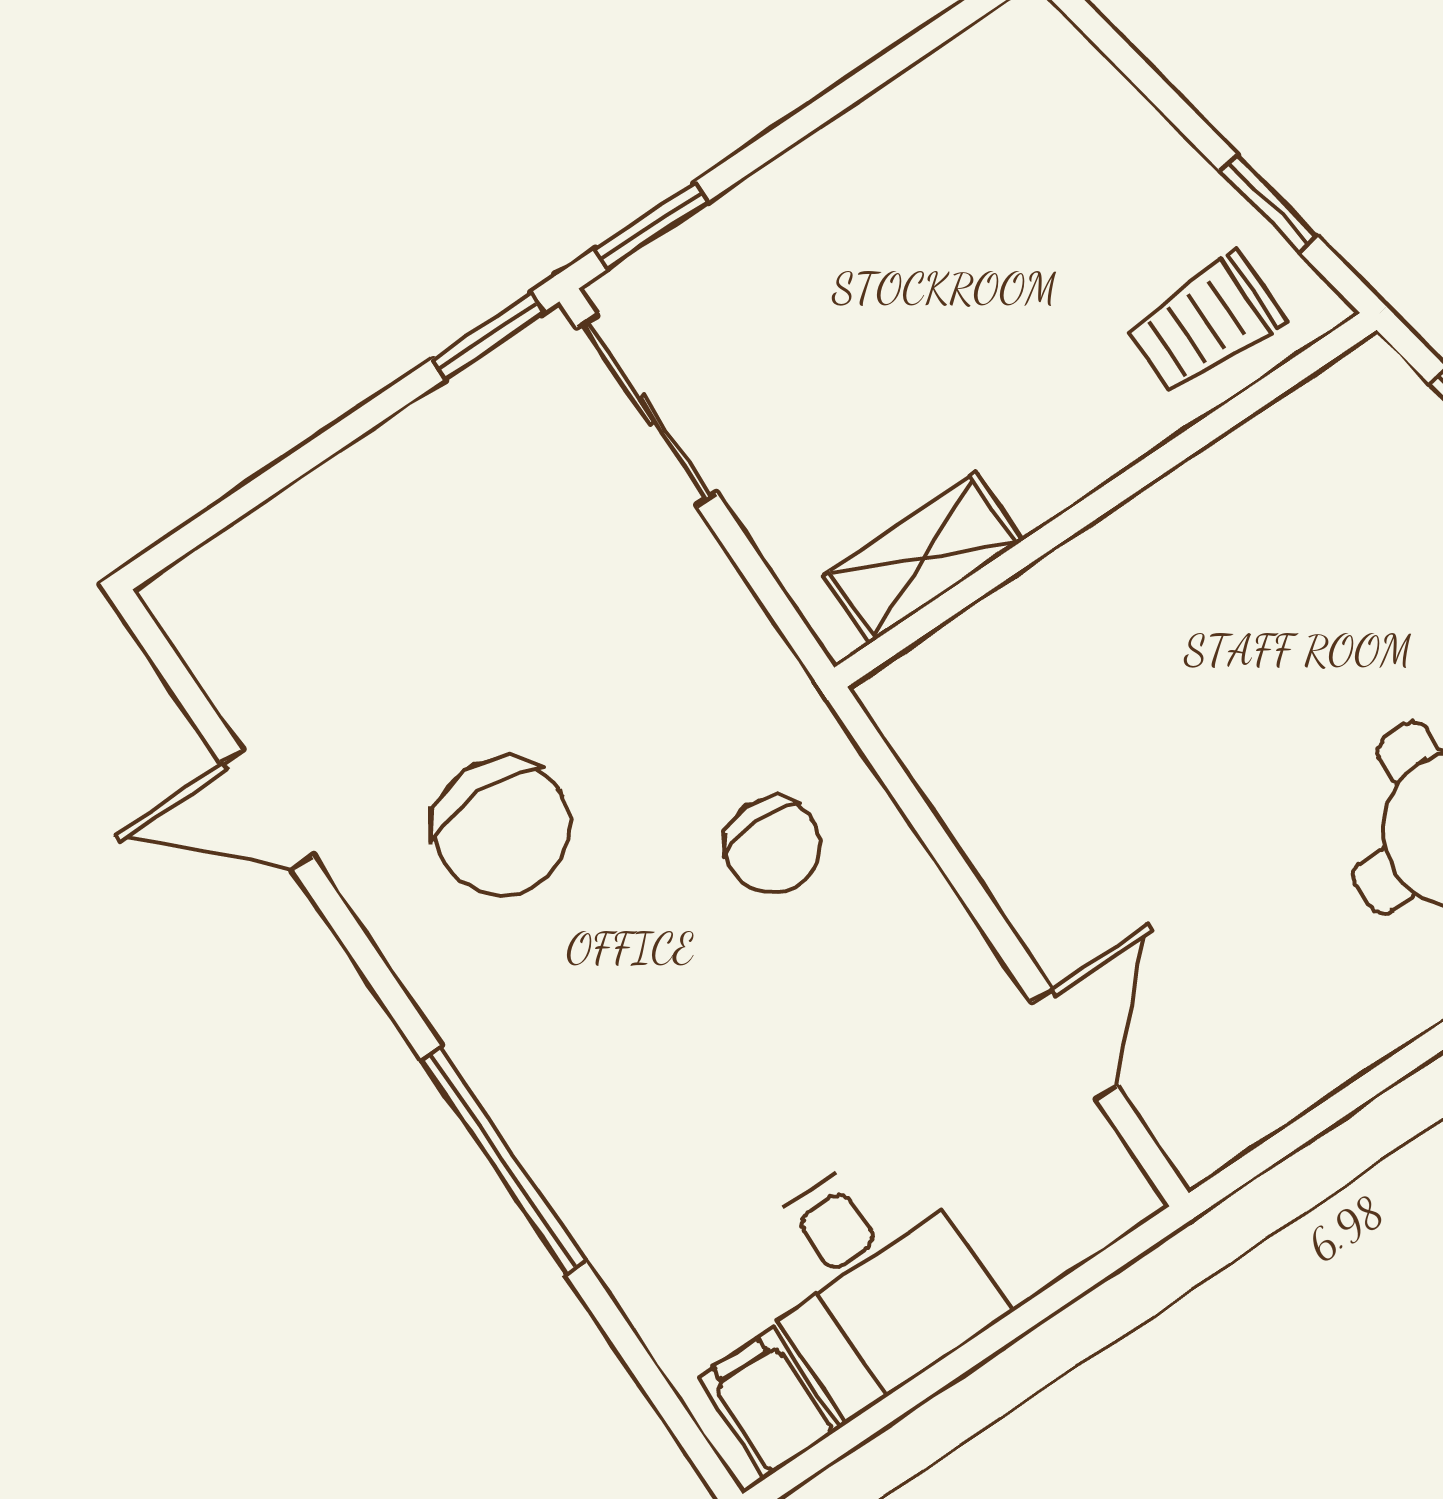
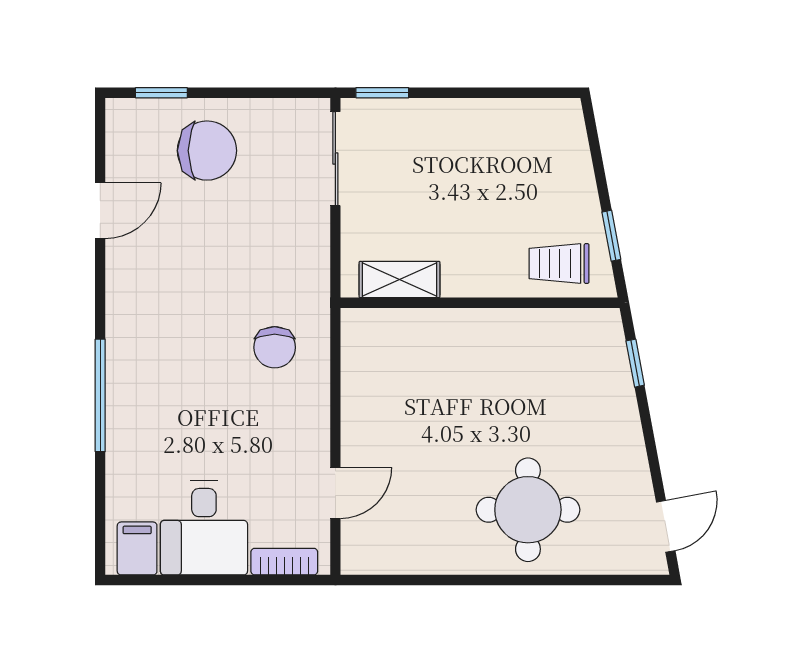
window: (488, 336) -> (161, 93), moved
door: (267, 810) -> (100, 211), swing flipped
chair: (502, 827) -> (207, 151), moved, turned -90
bookcase: (1065, 1240) -> (284, 562), added

